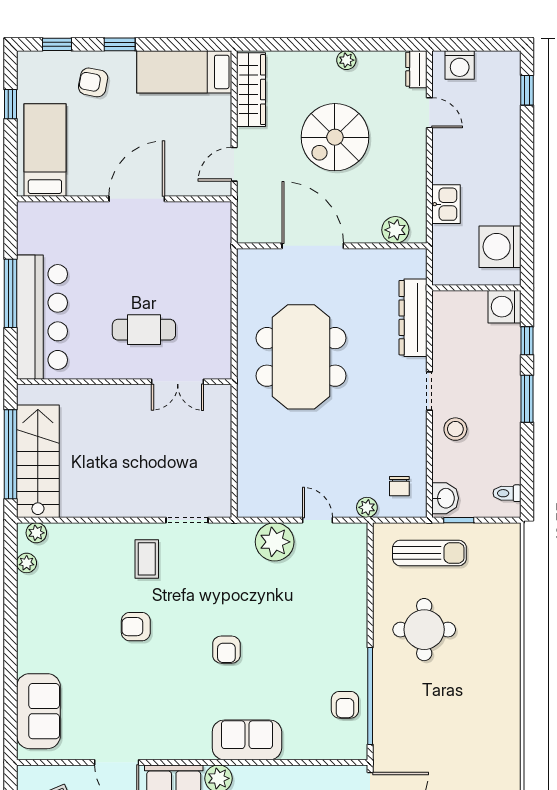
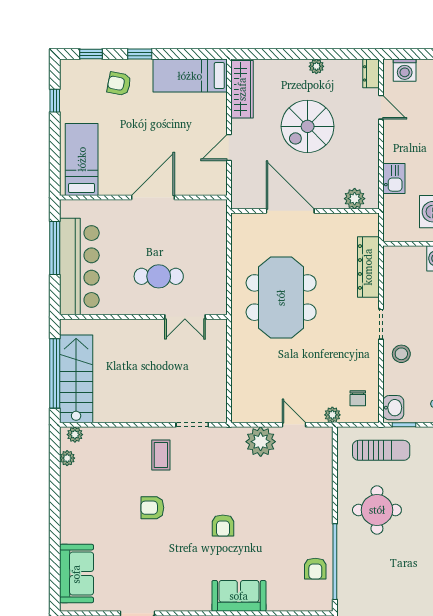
bed: (45, 150) -> (82, 159), moved
wall: (124, 199) -> (143, 198), moved
door: (137, 199) -> (153, 198), moved

